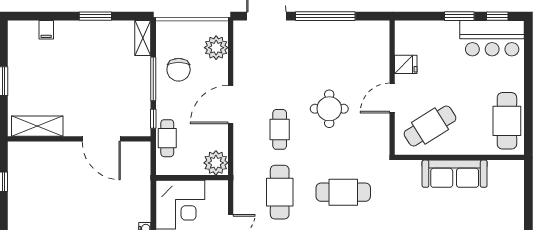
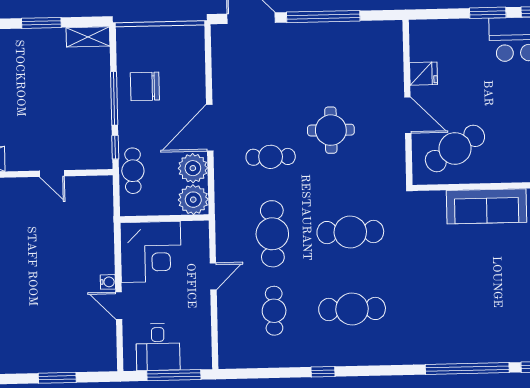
shelving: (143, 38) -> (88, 37), moved, turned 90
plant: (216, 48) -> (193, 168), moved
chair: (179, 70) -> (145, 86), turned 90
door: (392, 98) -> (408, 115), swing flipped
cafe table: (280, 129) -> (271, 157), turned 90
door: (101, 139) -> (52, 173), width x0.53

